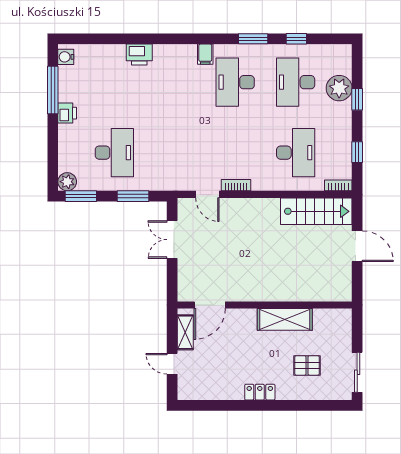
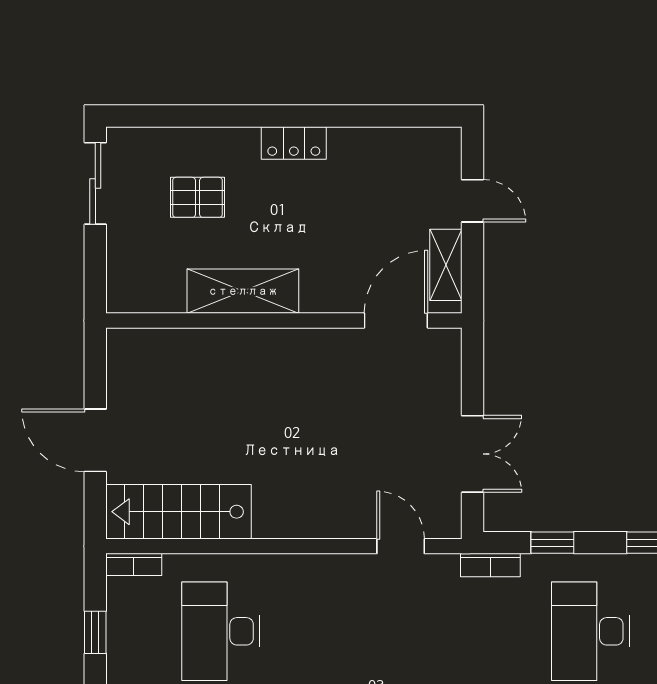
bookcase: (236, 185) -> (490, 565), moved
window: (133, 196) -> (552, 543), width x0.67

